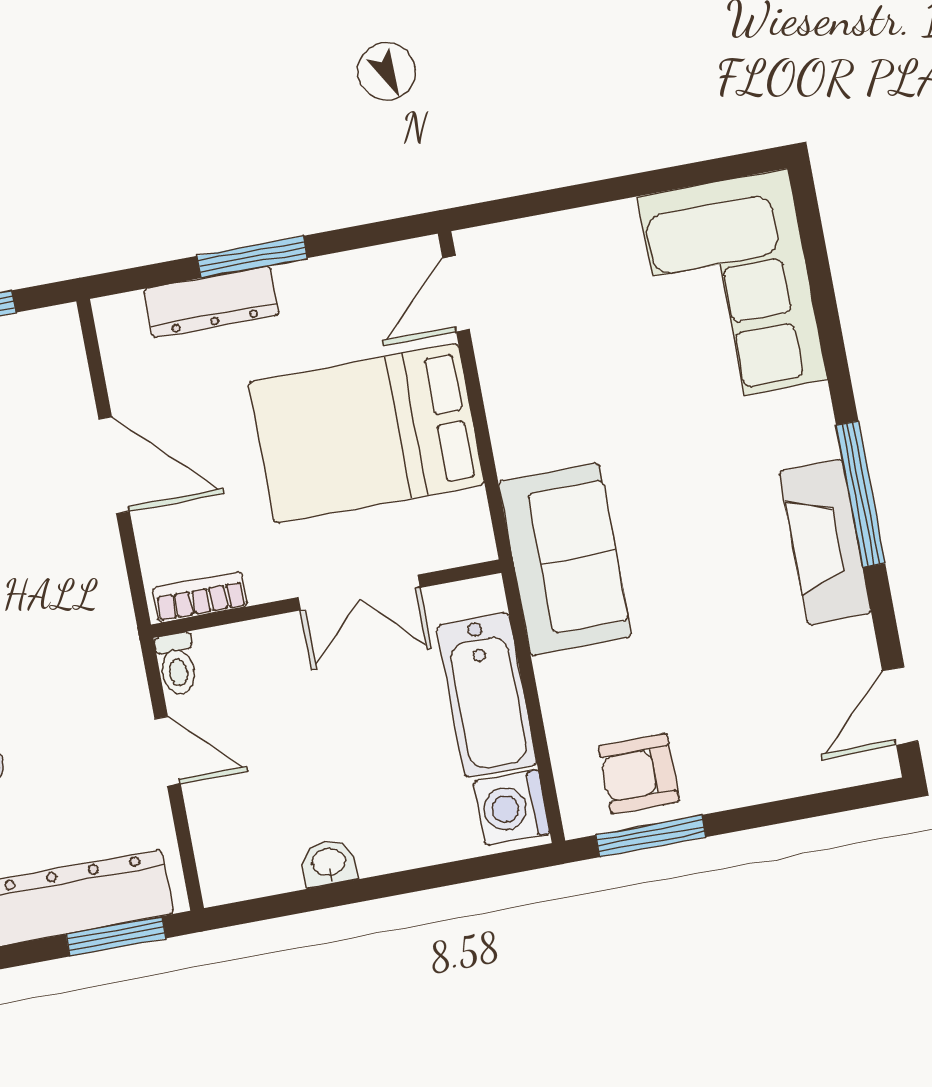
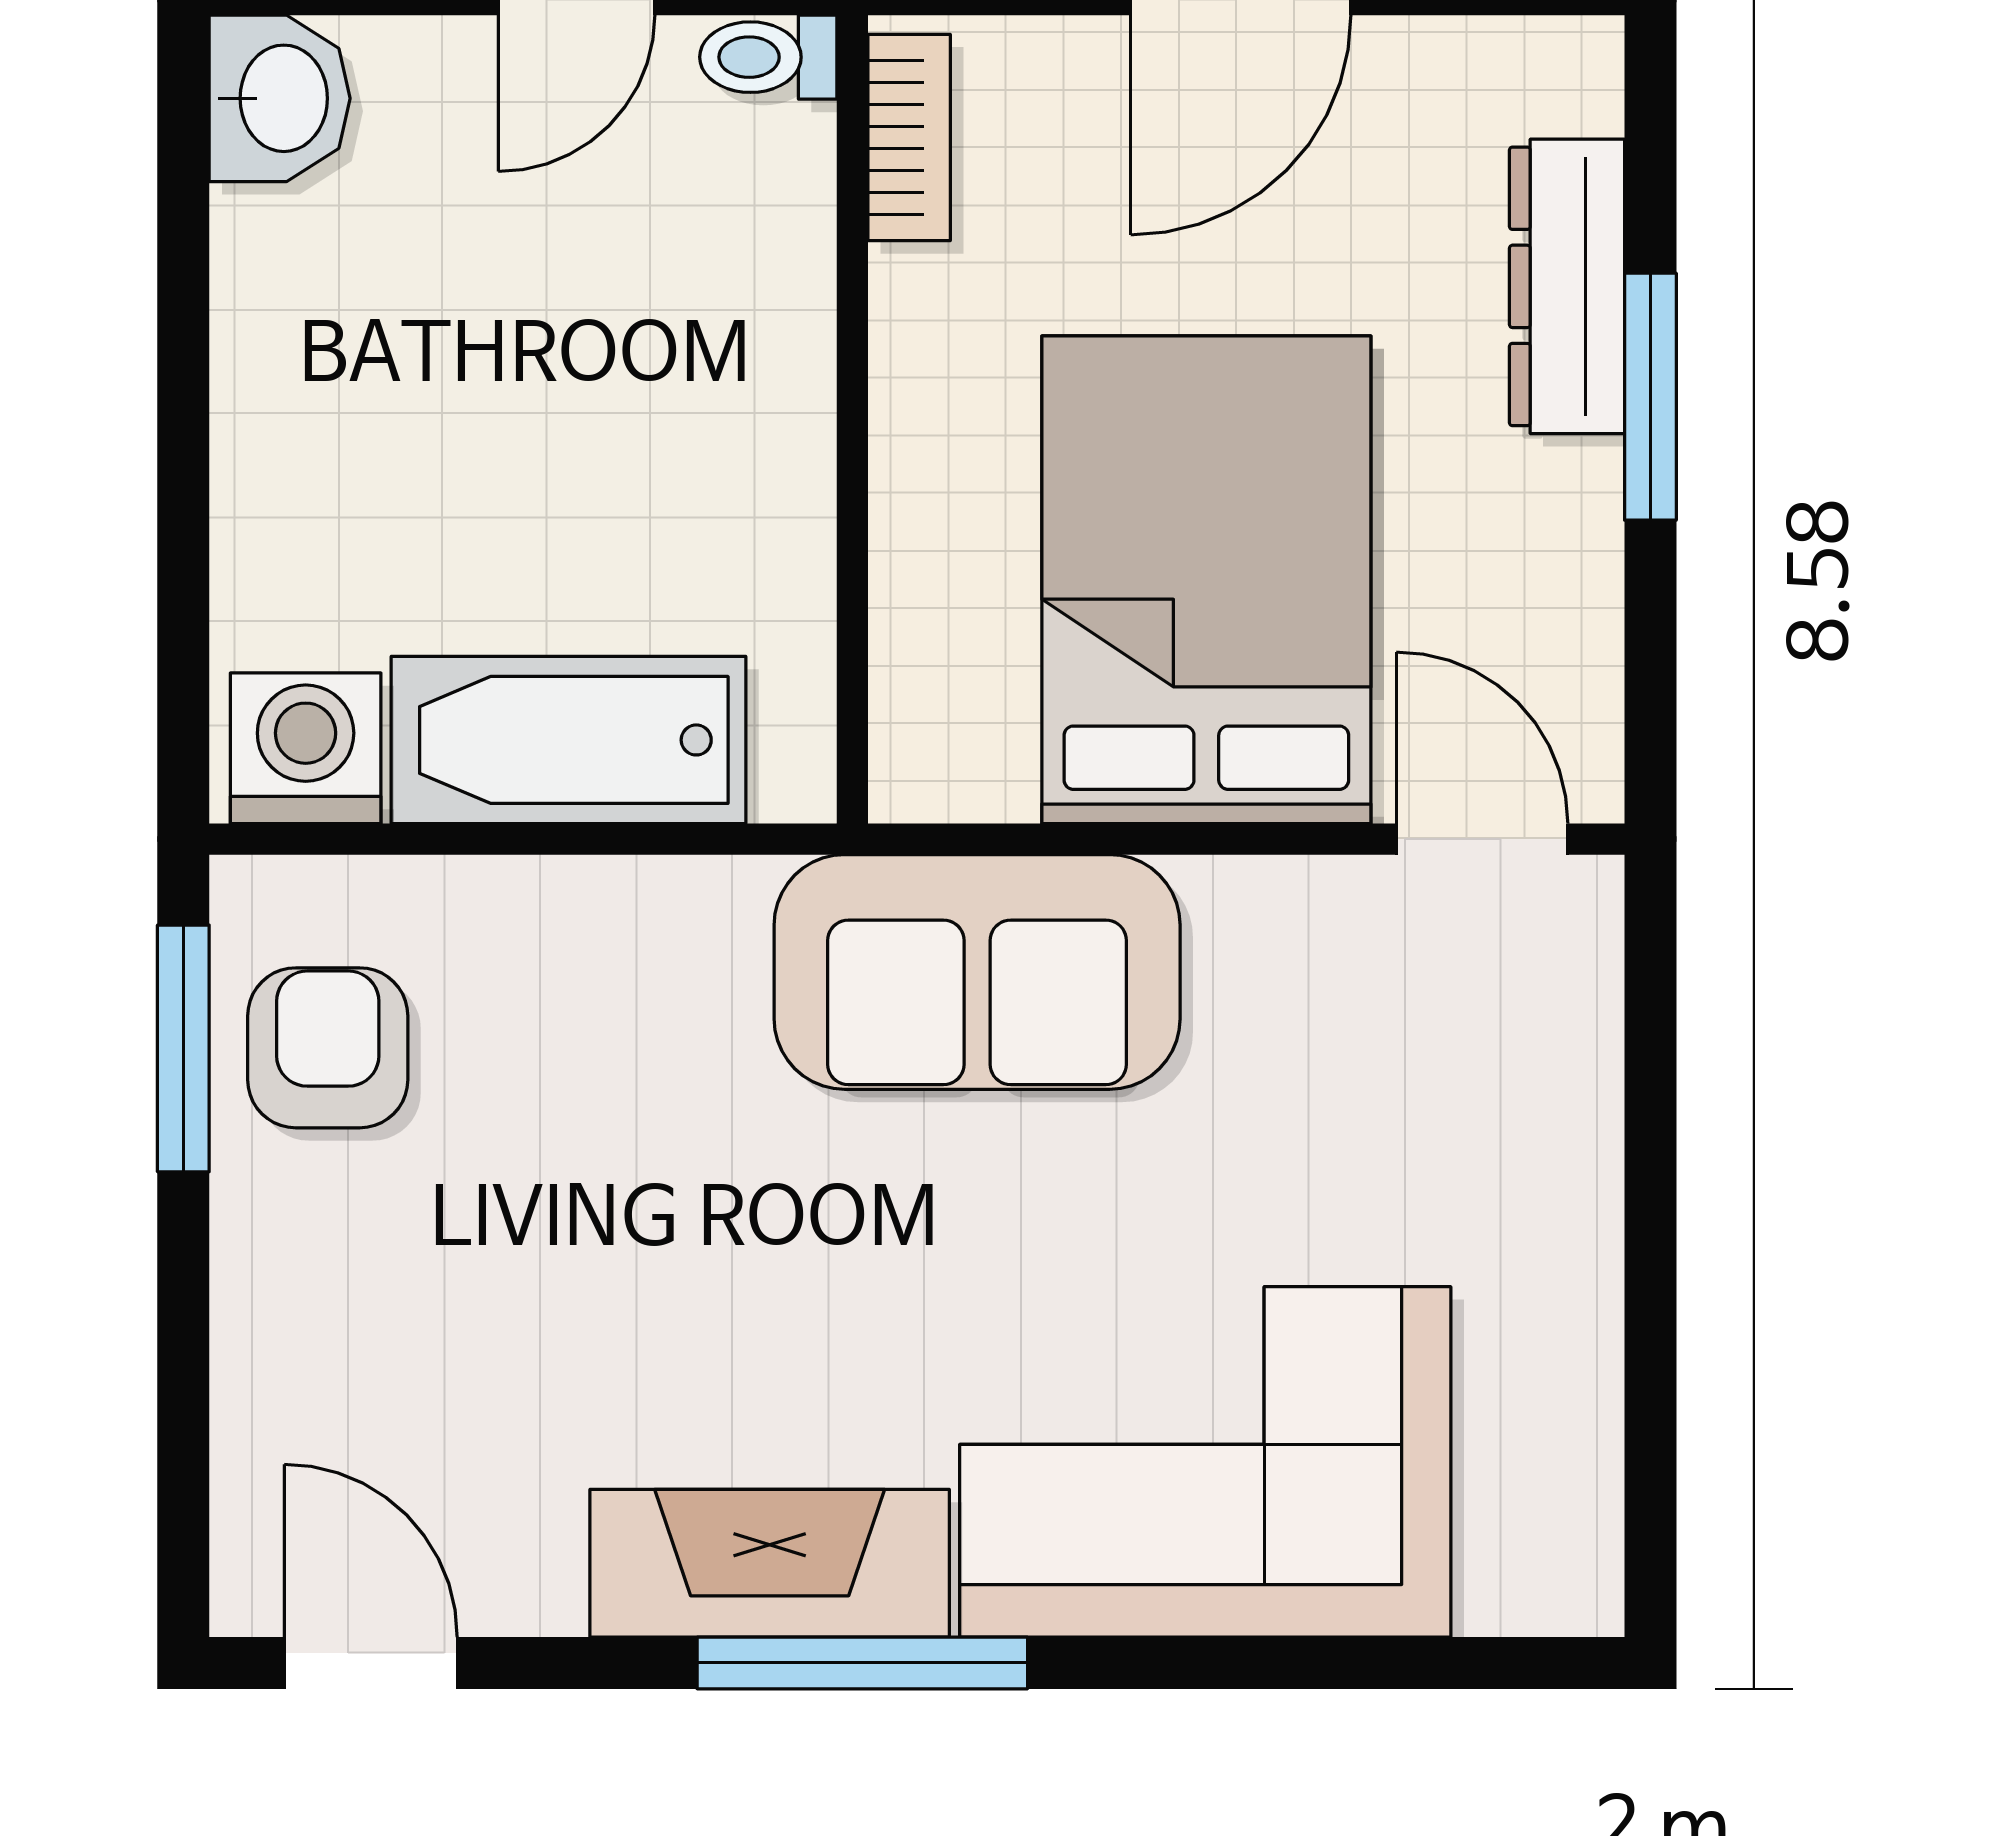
corner sofa: (732, 288) -> (1205, 1462), moved
sofa: (565, 559) -> (977, 972), moved
double door: (359, 593) -> (852, 496), removed
washbasin: (329, 863) -> (280, 98), moved, width x1.38, depth x1.45

